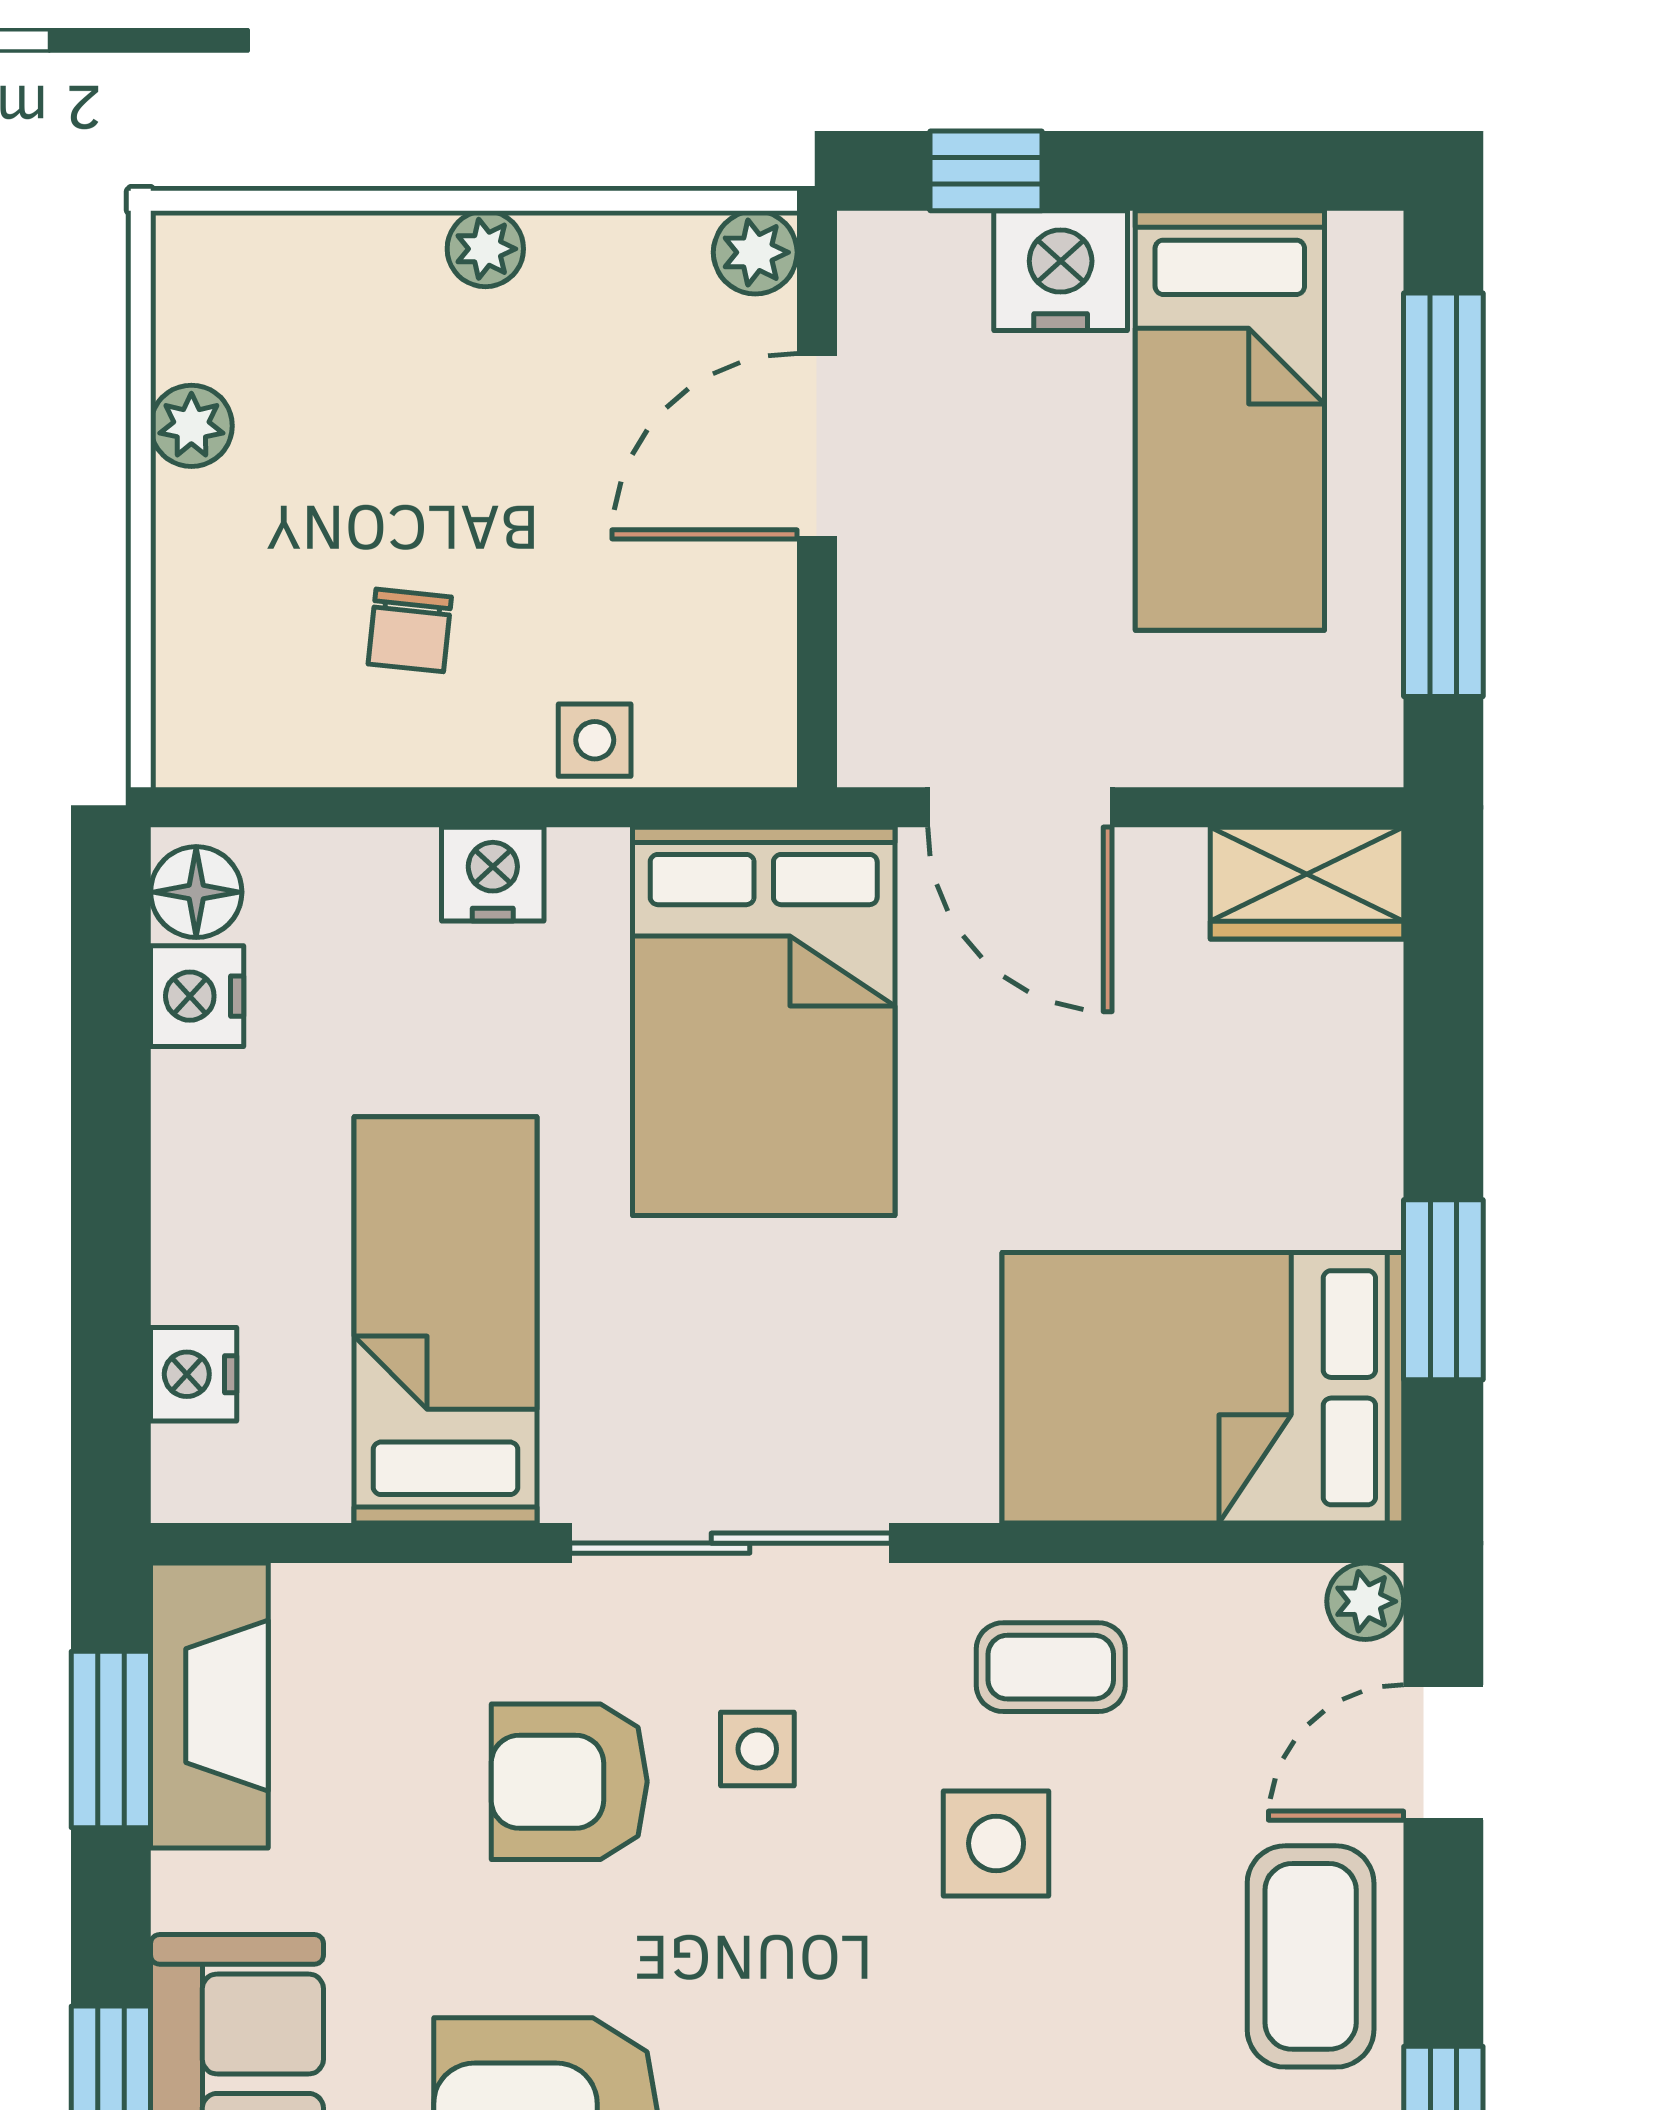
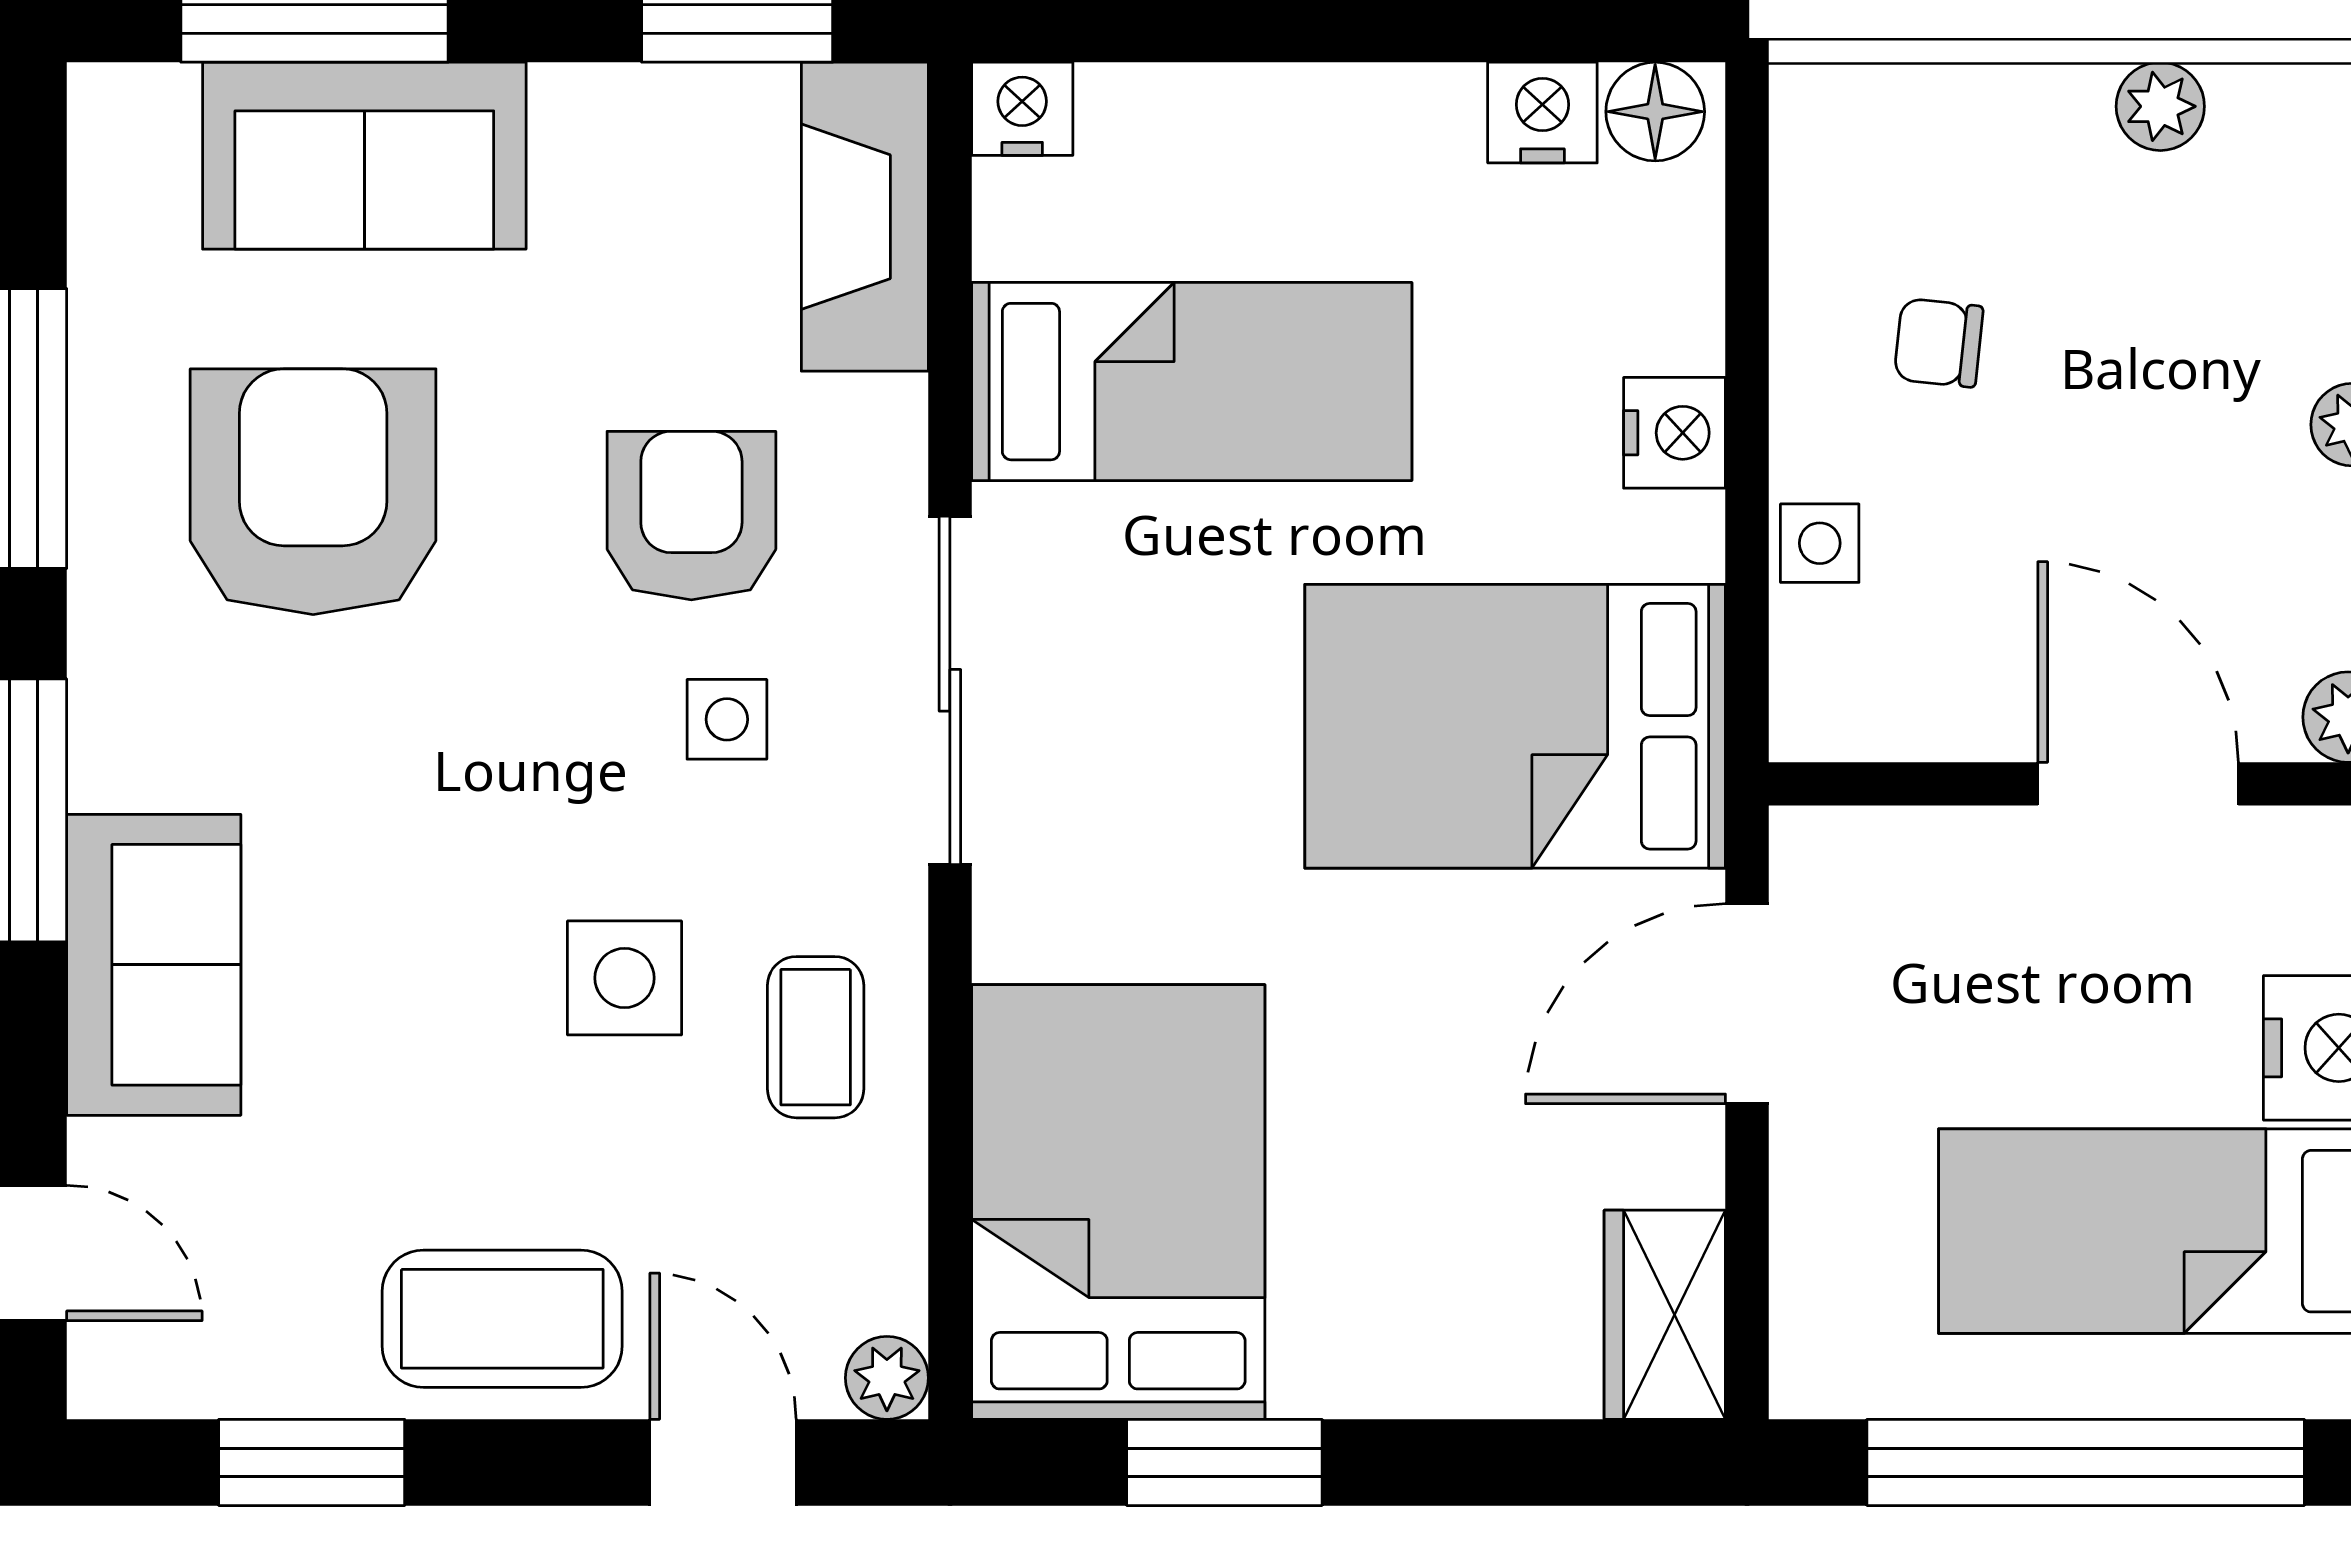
nightstand: (194, 1374) -> (1022, 109), moved
fireplace: (209, 1706) -> (865, 217), moved, turned 90

